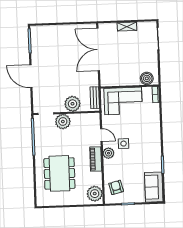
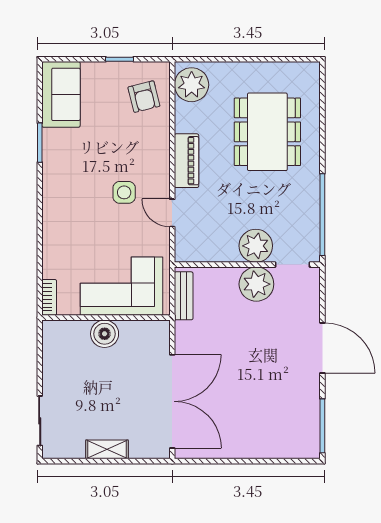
boiler: (147, 78) -> (105, 334), moved
plant: (73, 104) -> (256, 284), moved
plant: (109, 153) -> (158, 172), removed

